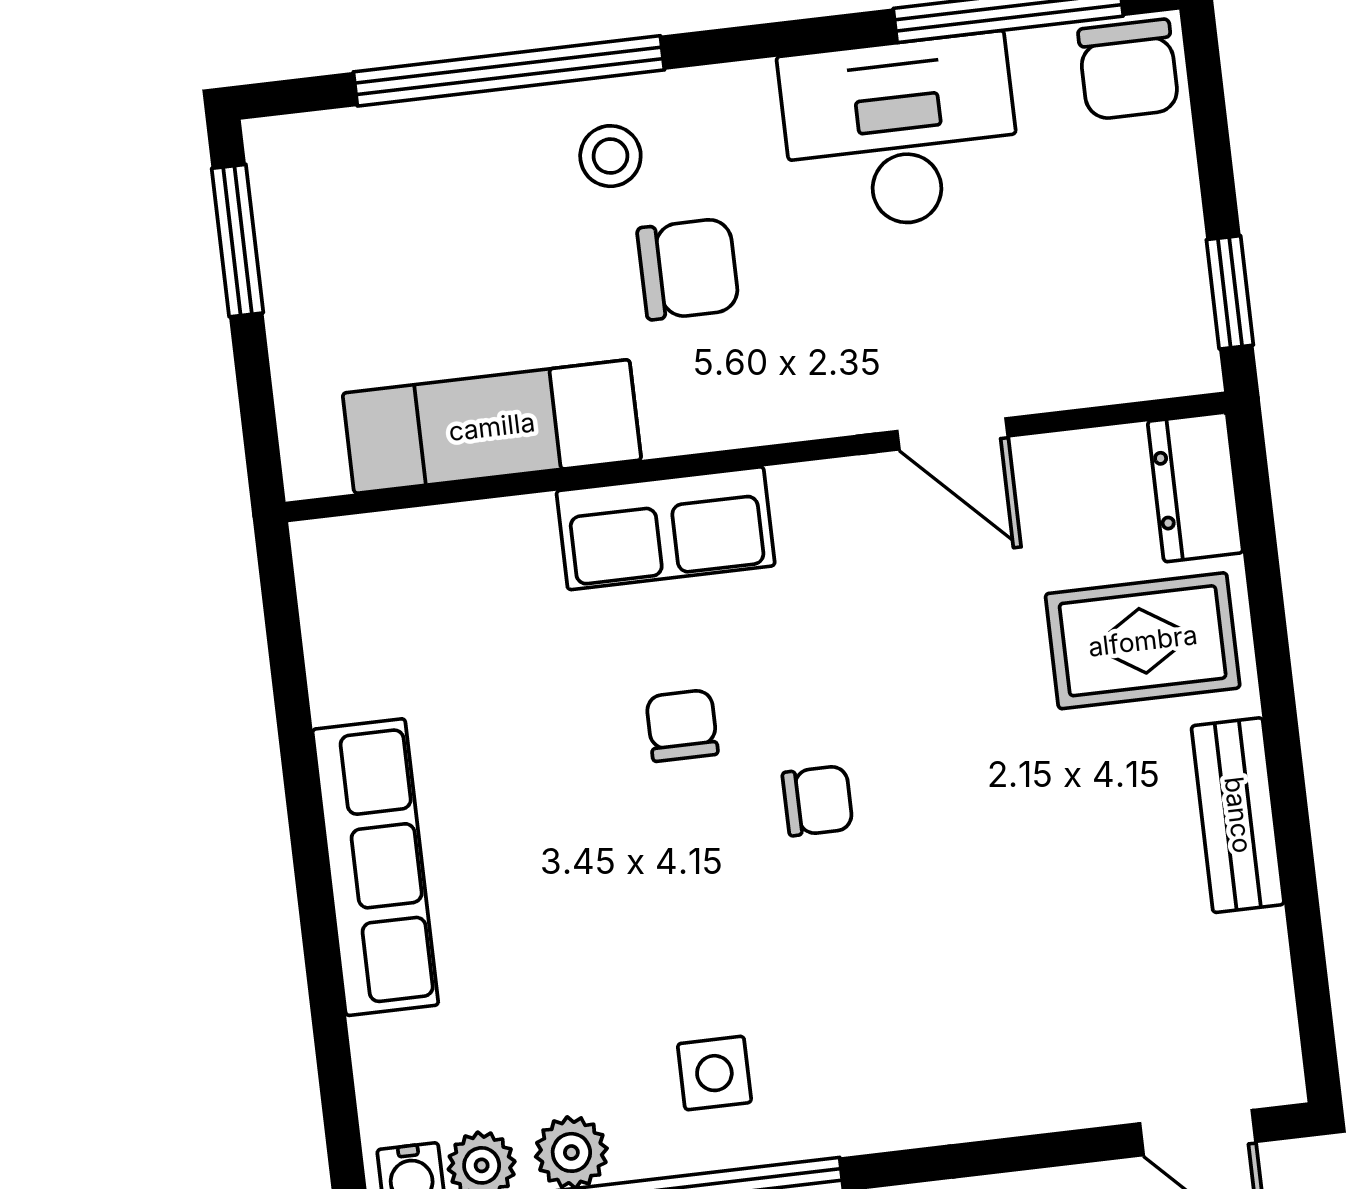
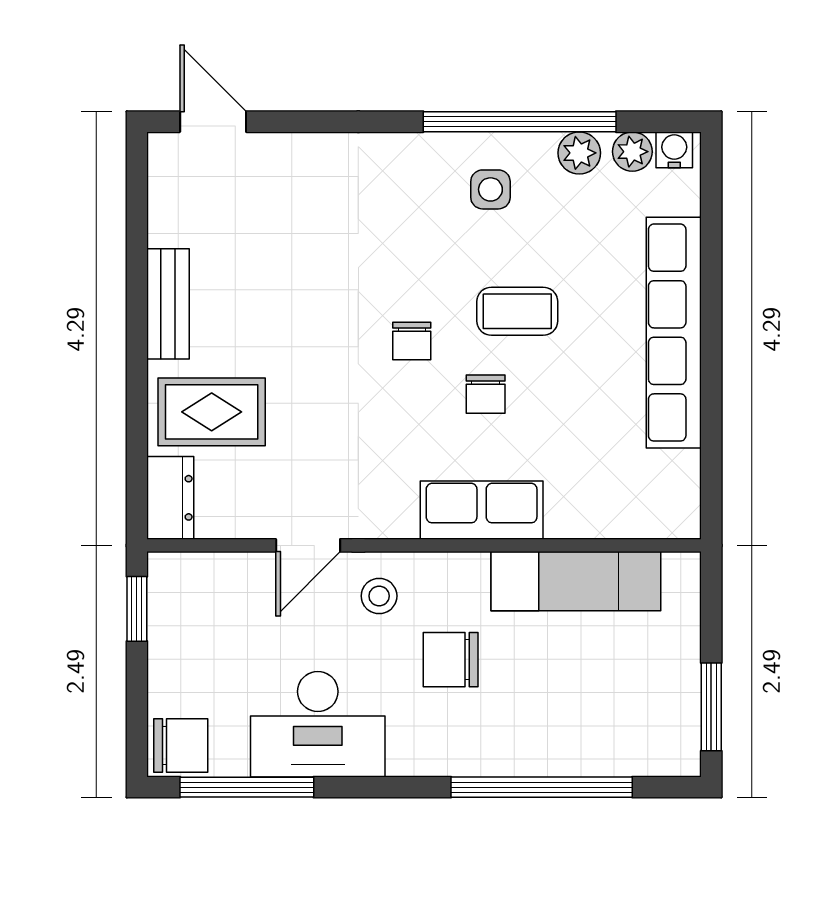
chair: (1128, 70) -> (181, 746), turned 90
stool: (610, 156) -> (379, 596), moved
door: (952, 434) -> (308, 545), swing flipped
chair: (818, 801) -> (412, 341), turned -90
row of seats: (375, 867) -> (674, 333), width x1.36
coffee table: (645, 872) -> (517, 311), added

